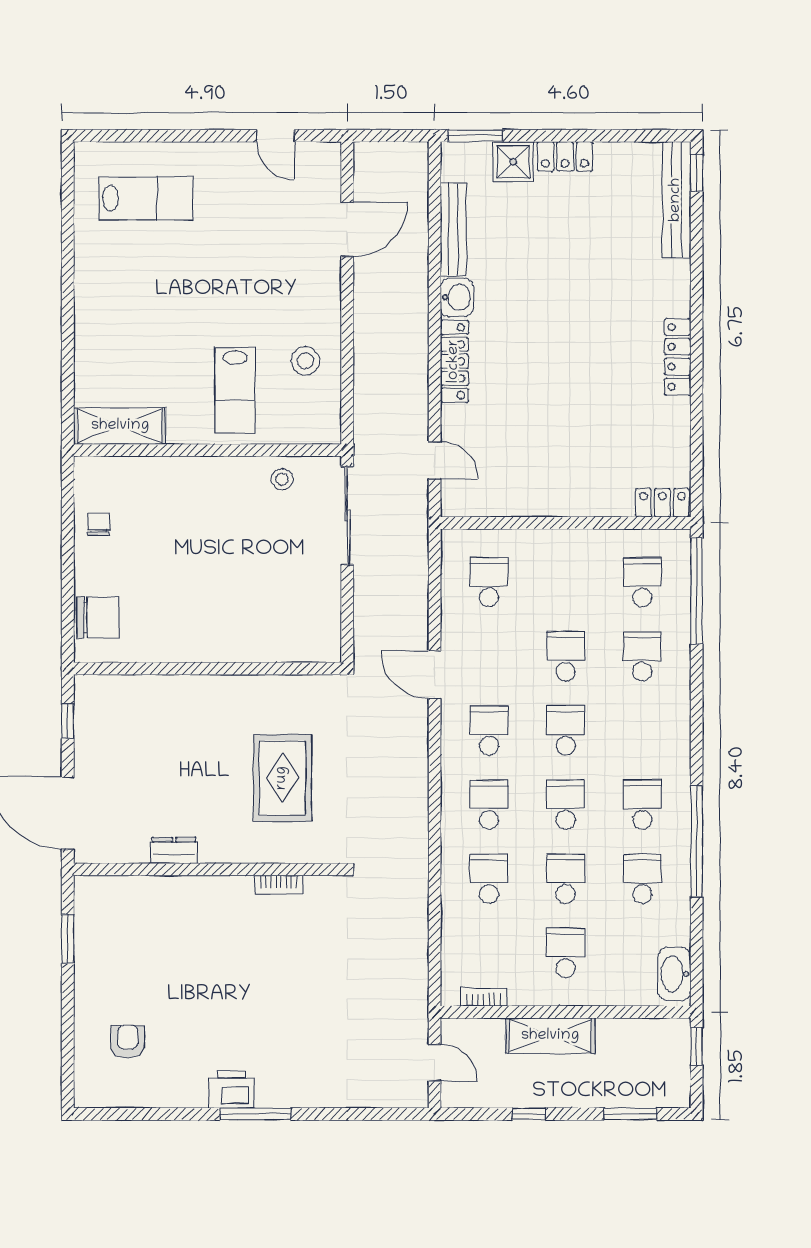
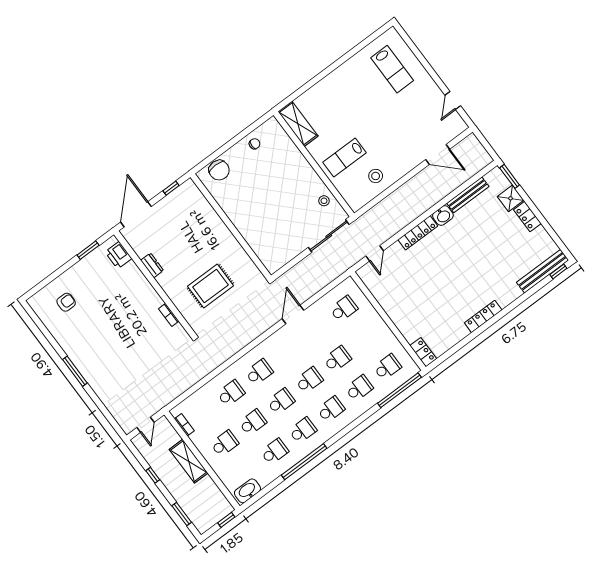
school desk: (489, 730) -> (331, 409), moved
printer: (231, 1089) -> (118, 255), moved, turned 180

